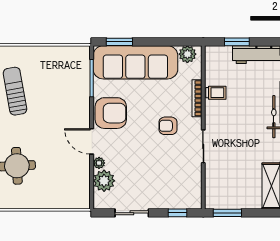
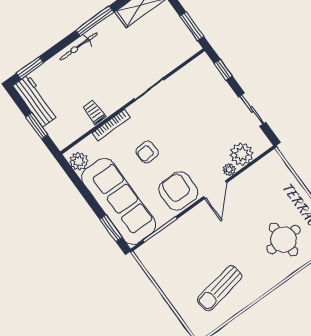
armchair: (168, 126) -> (147, 152), moved, turned 86

